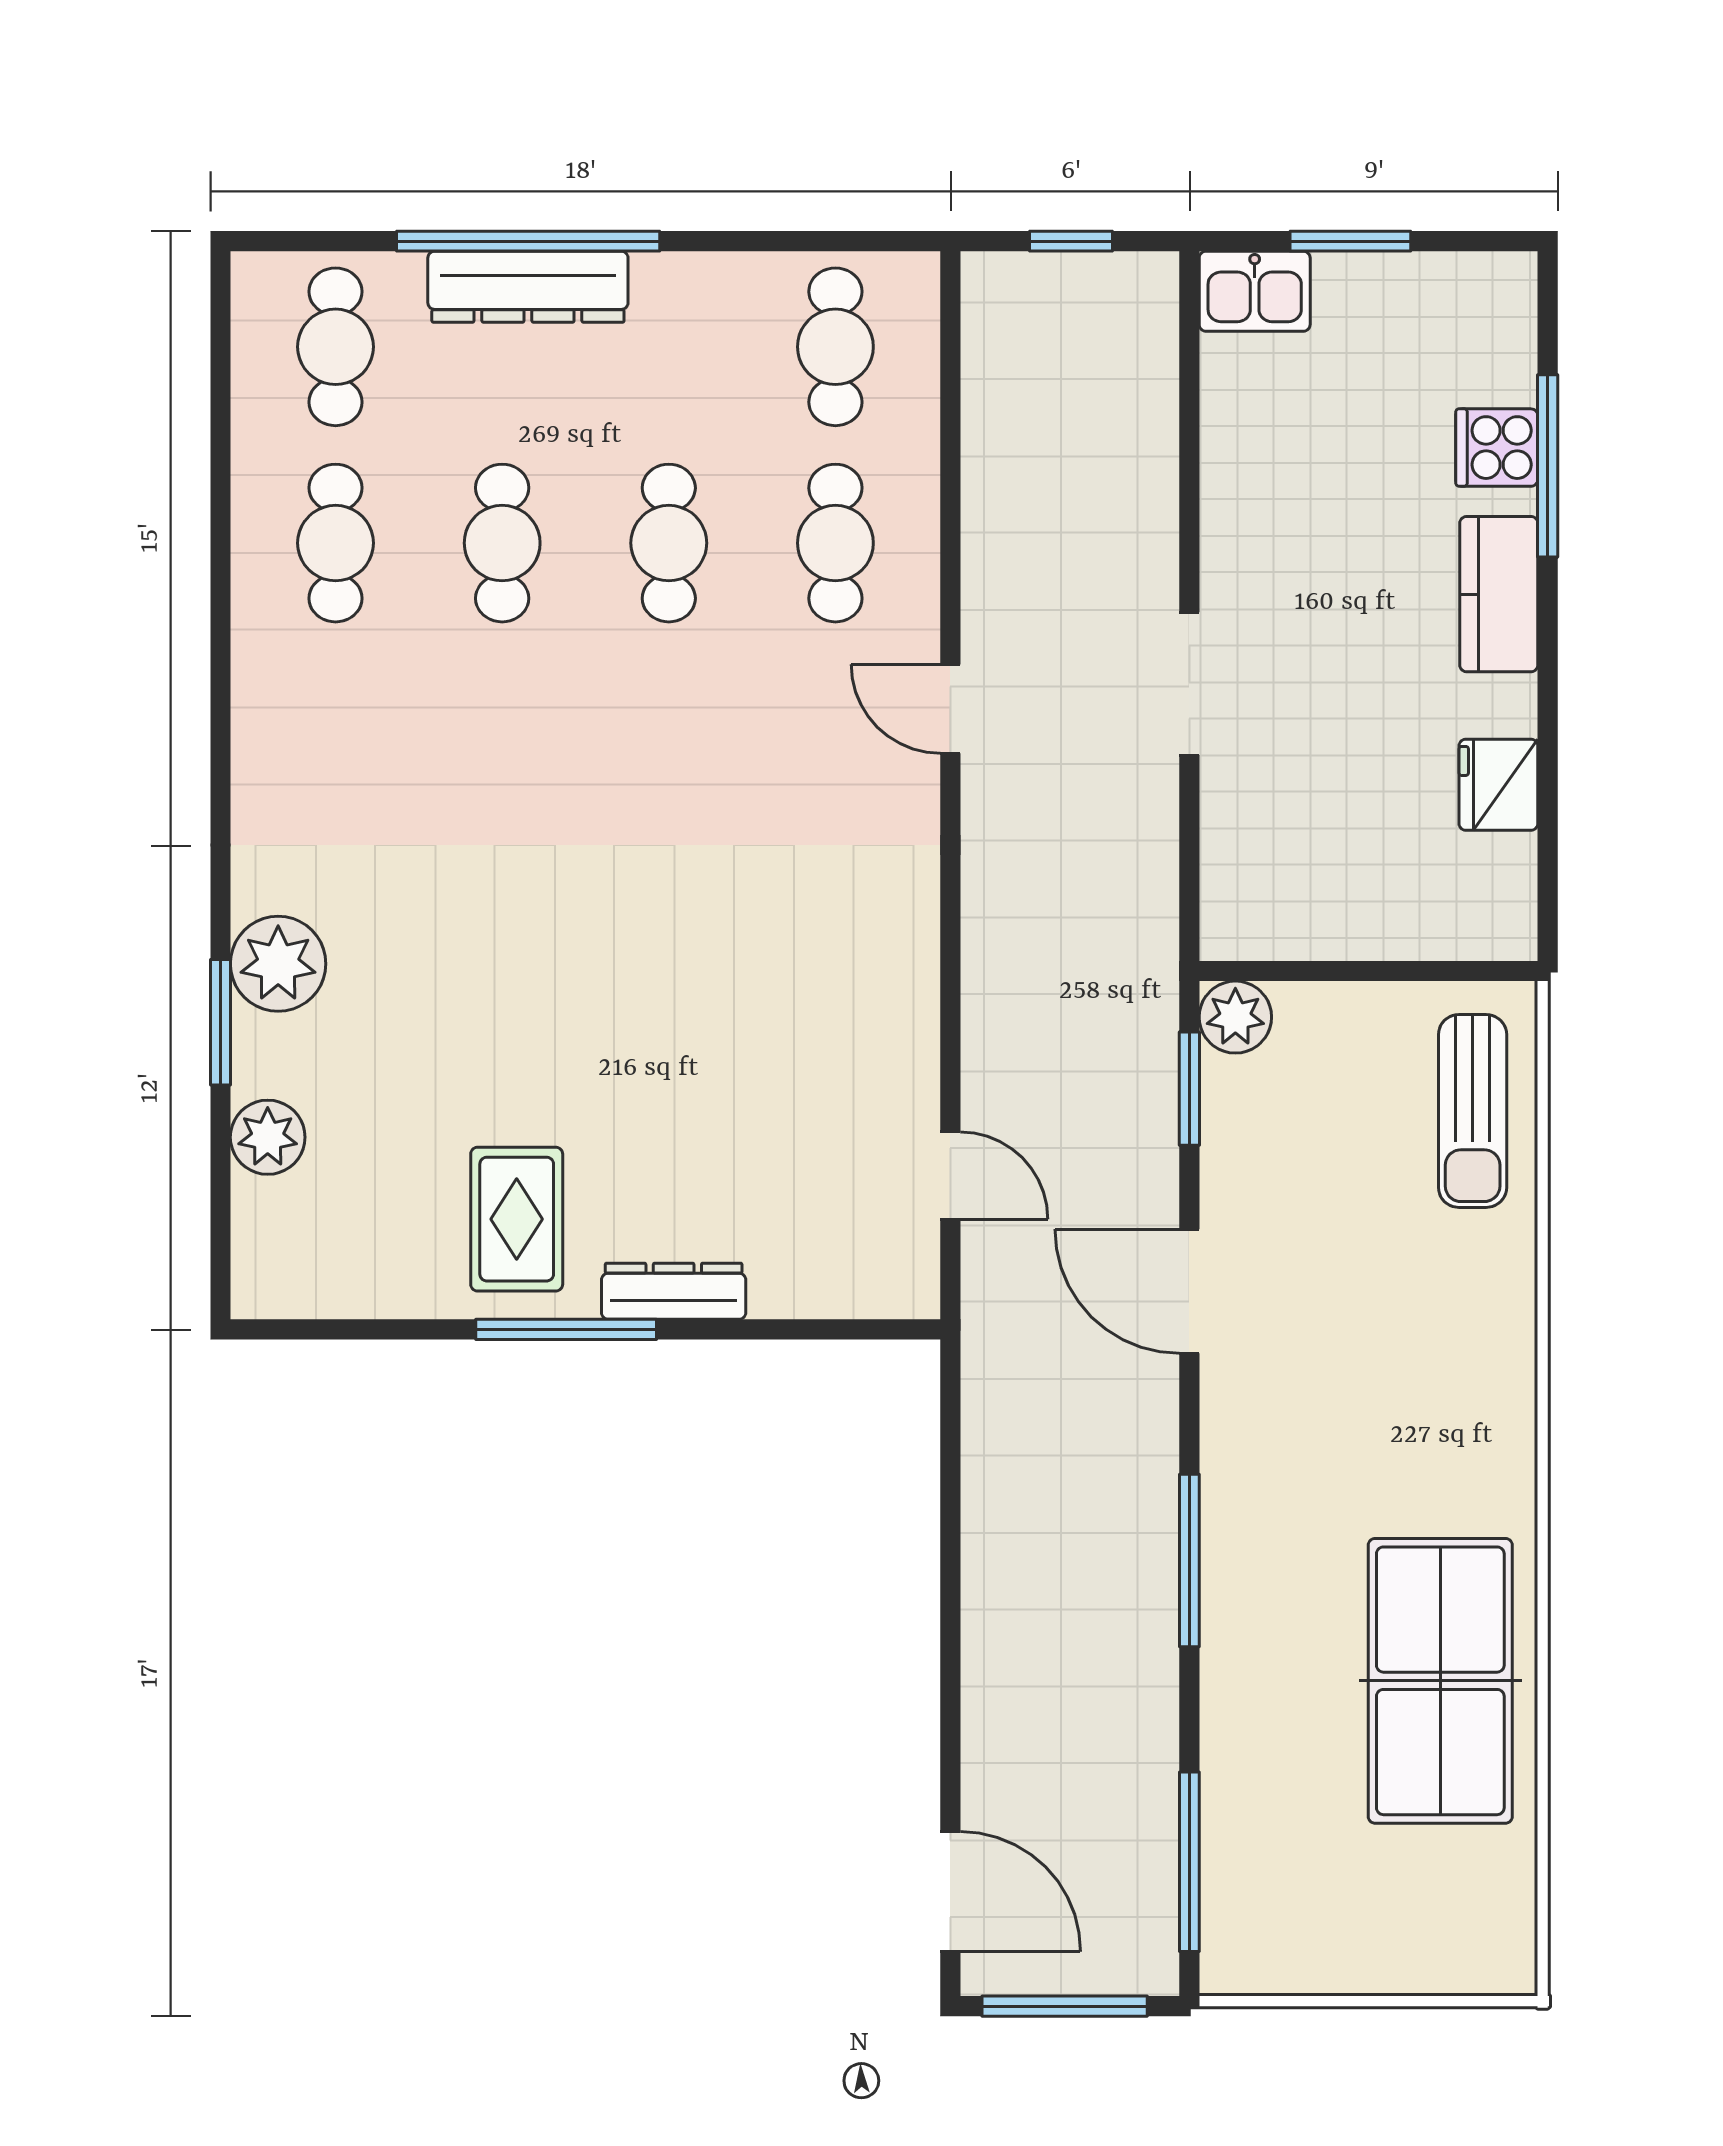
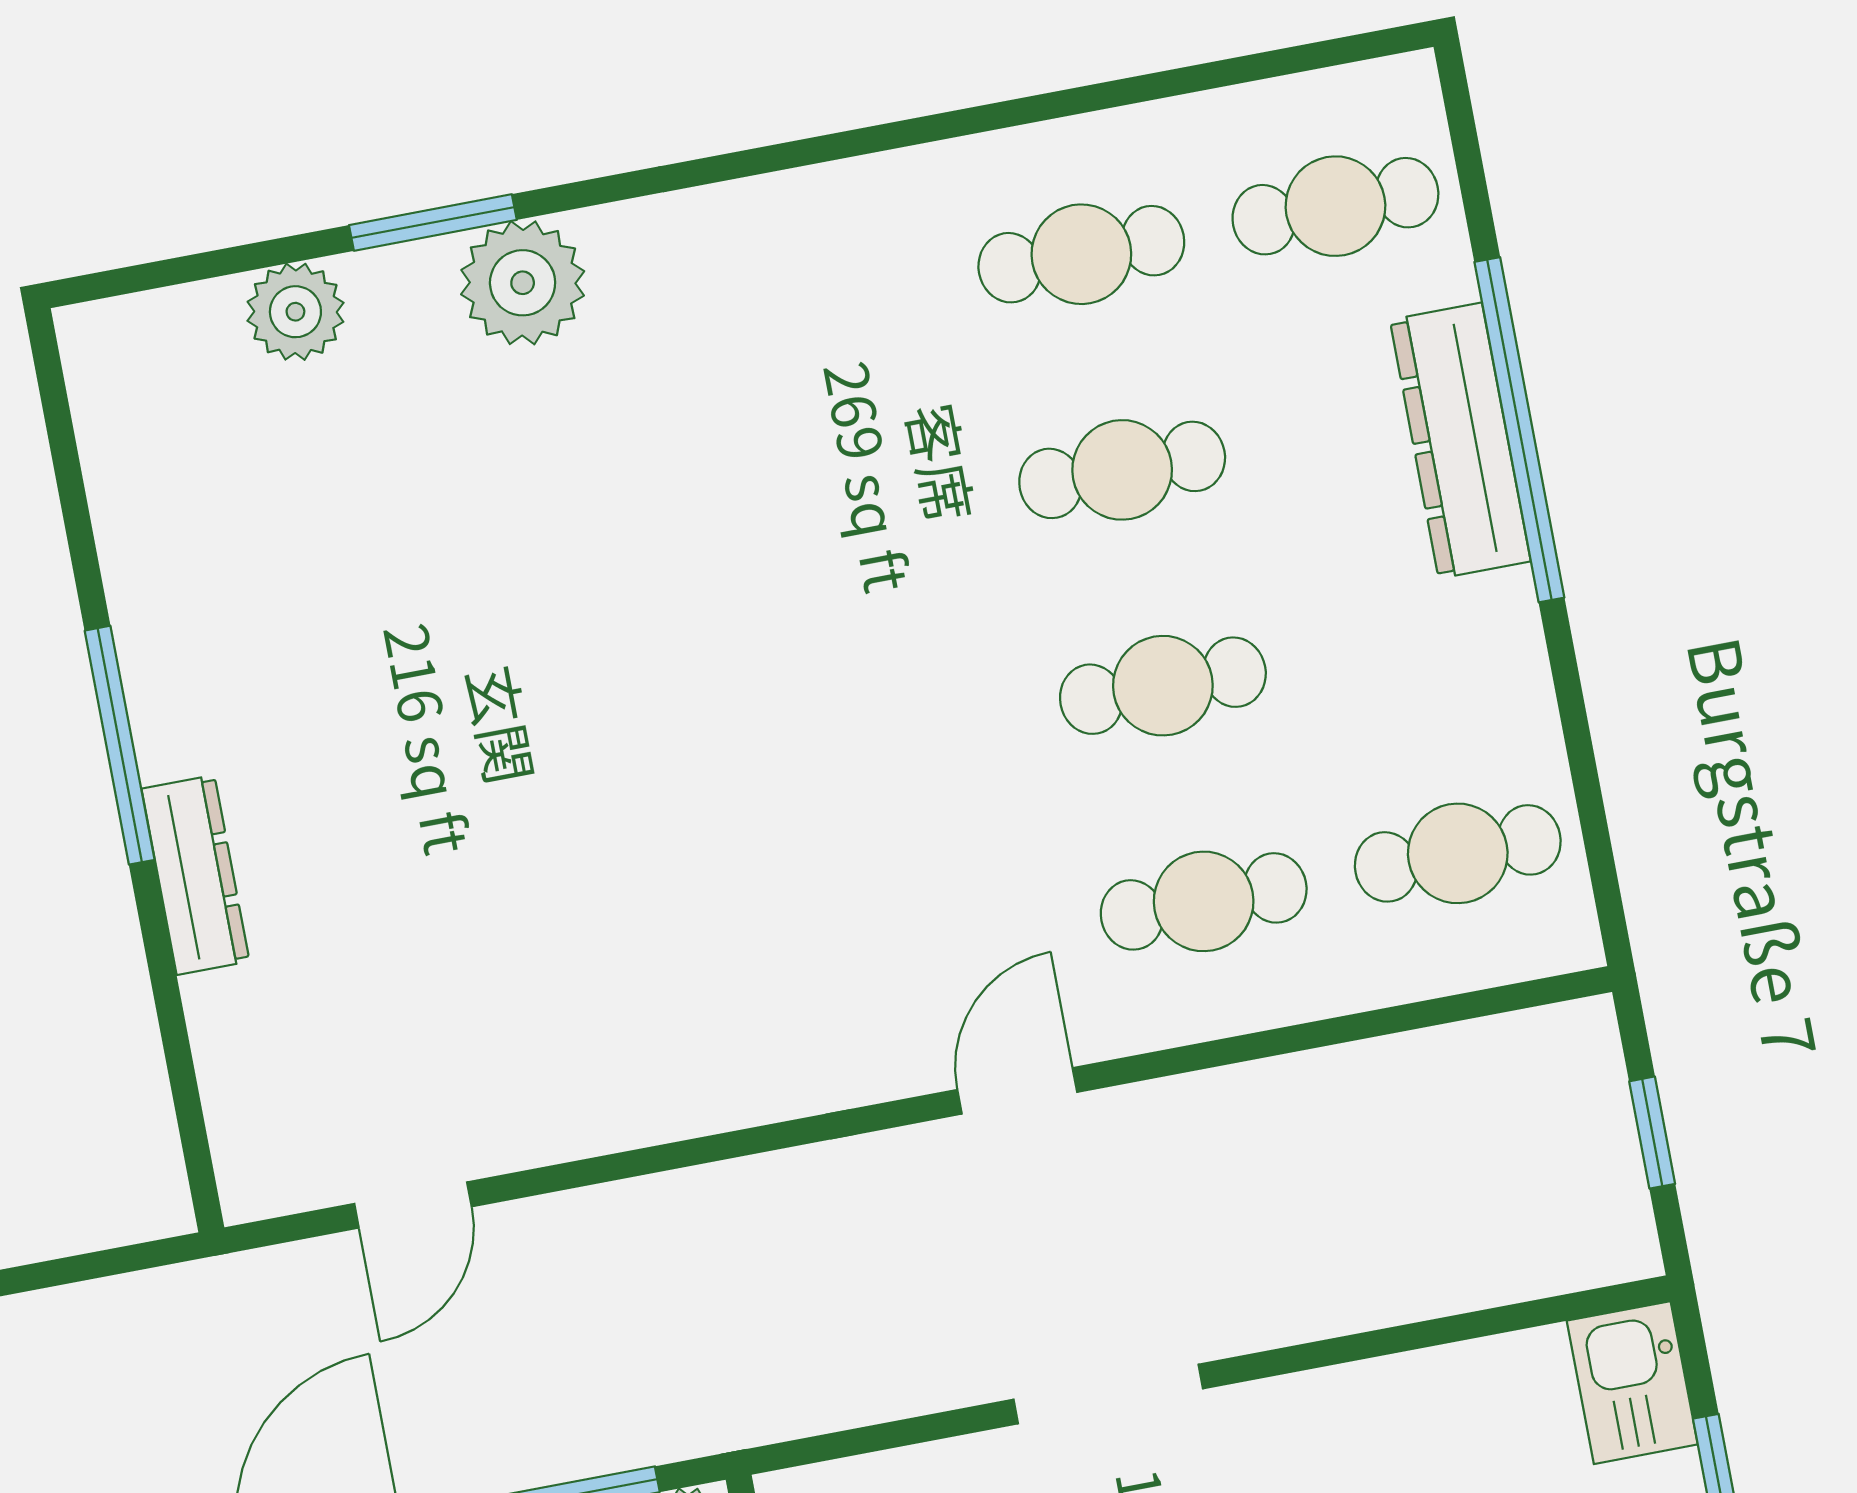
rug: (517, 1219) -> (250, 654), removed

